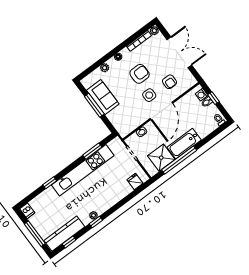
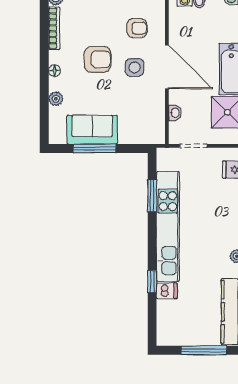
armchair: (140, 74) -> (98, 59), turned 90
dishwasher: (27, 211) -> (167, 291), moved

